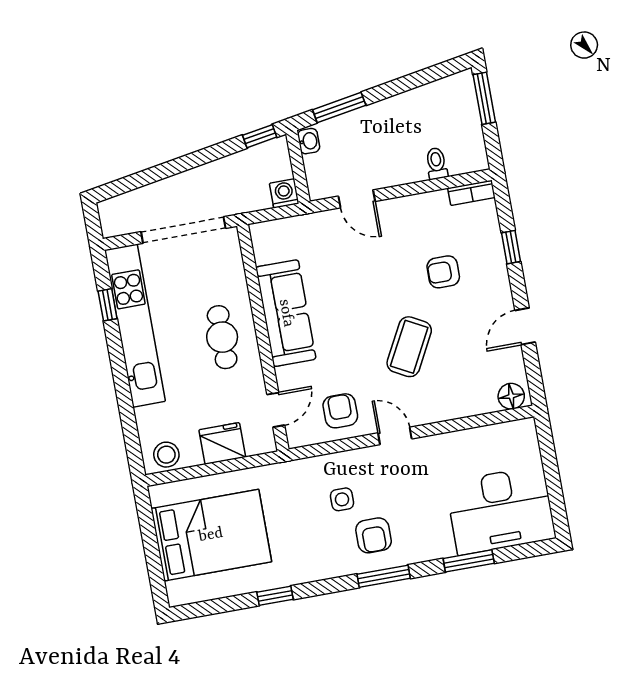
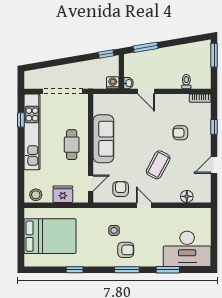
washbasin: (309, 141) -> (129, 83), moved
floor lamp: (511, 396) -> (187, 196), moved
armchair: (374, 535) -> (126, 250), turned -90

